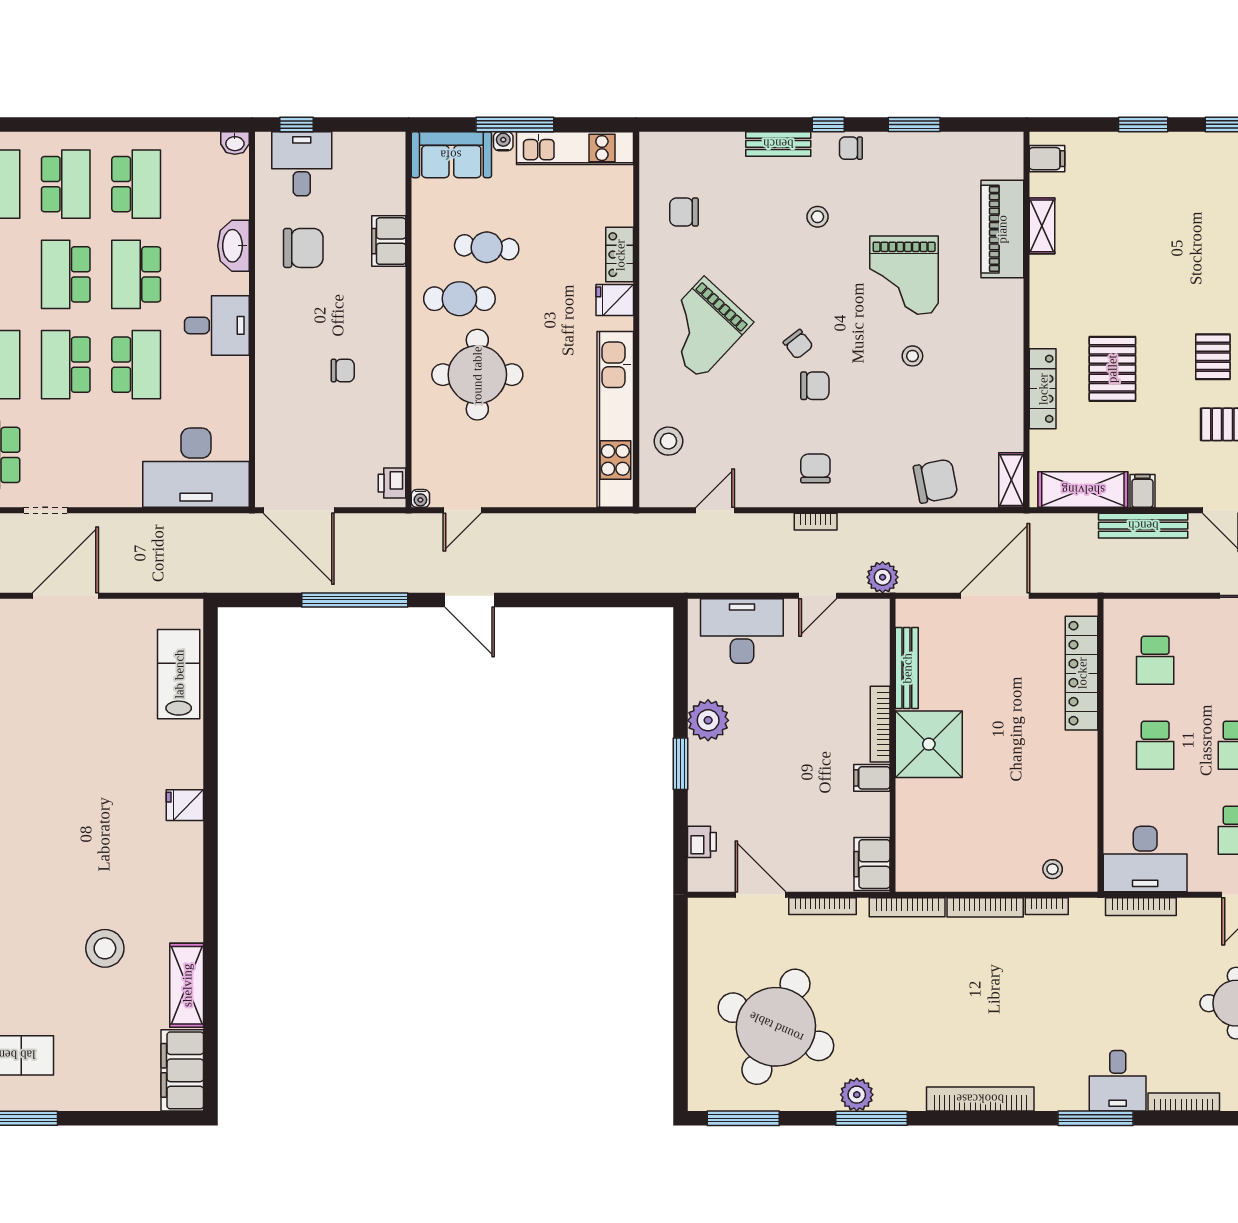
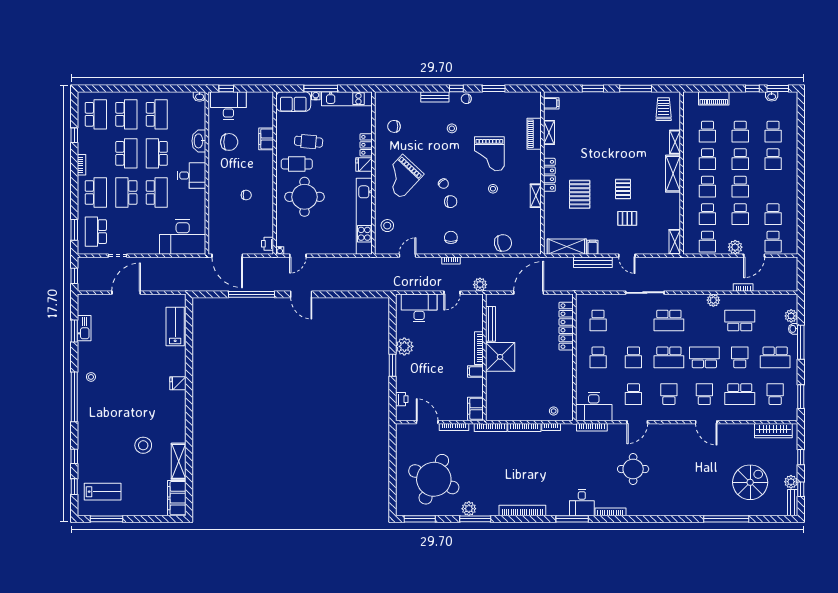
desk: (302, 164) -> (228, 105), width x1.37
piano: (1002, 229) -> (534, 134), width x0.73, depth x0.75
school desk: (66, 274) -> (126, 153), turned 180
locker: (1043, 389) -> (549, 175), moved
shelving: (1011, 480) -> (536, 196), moved

